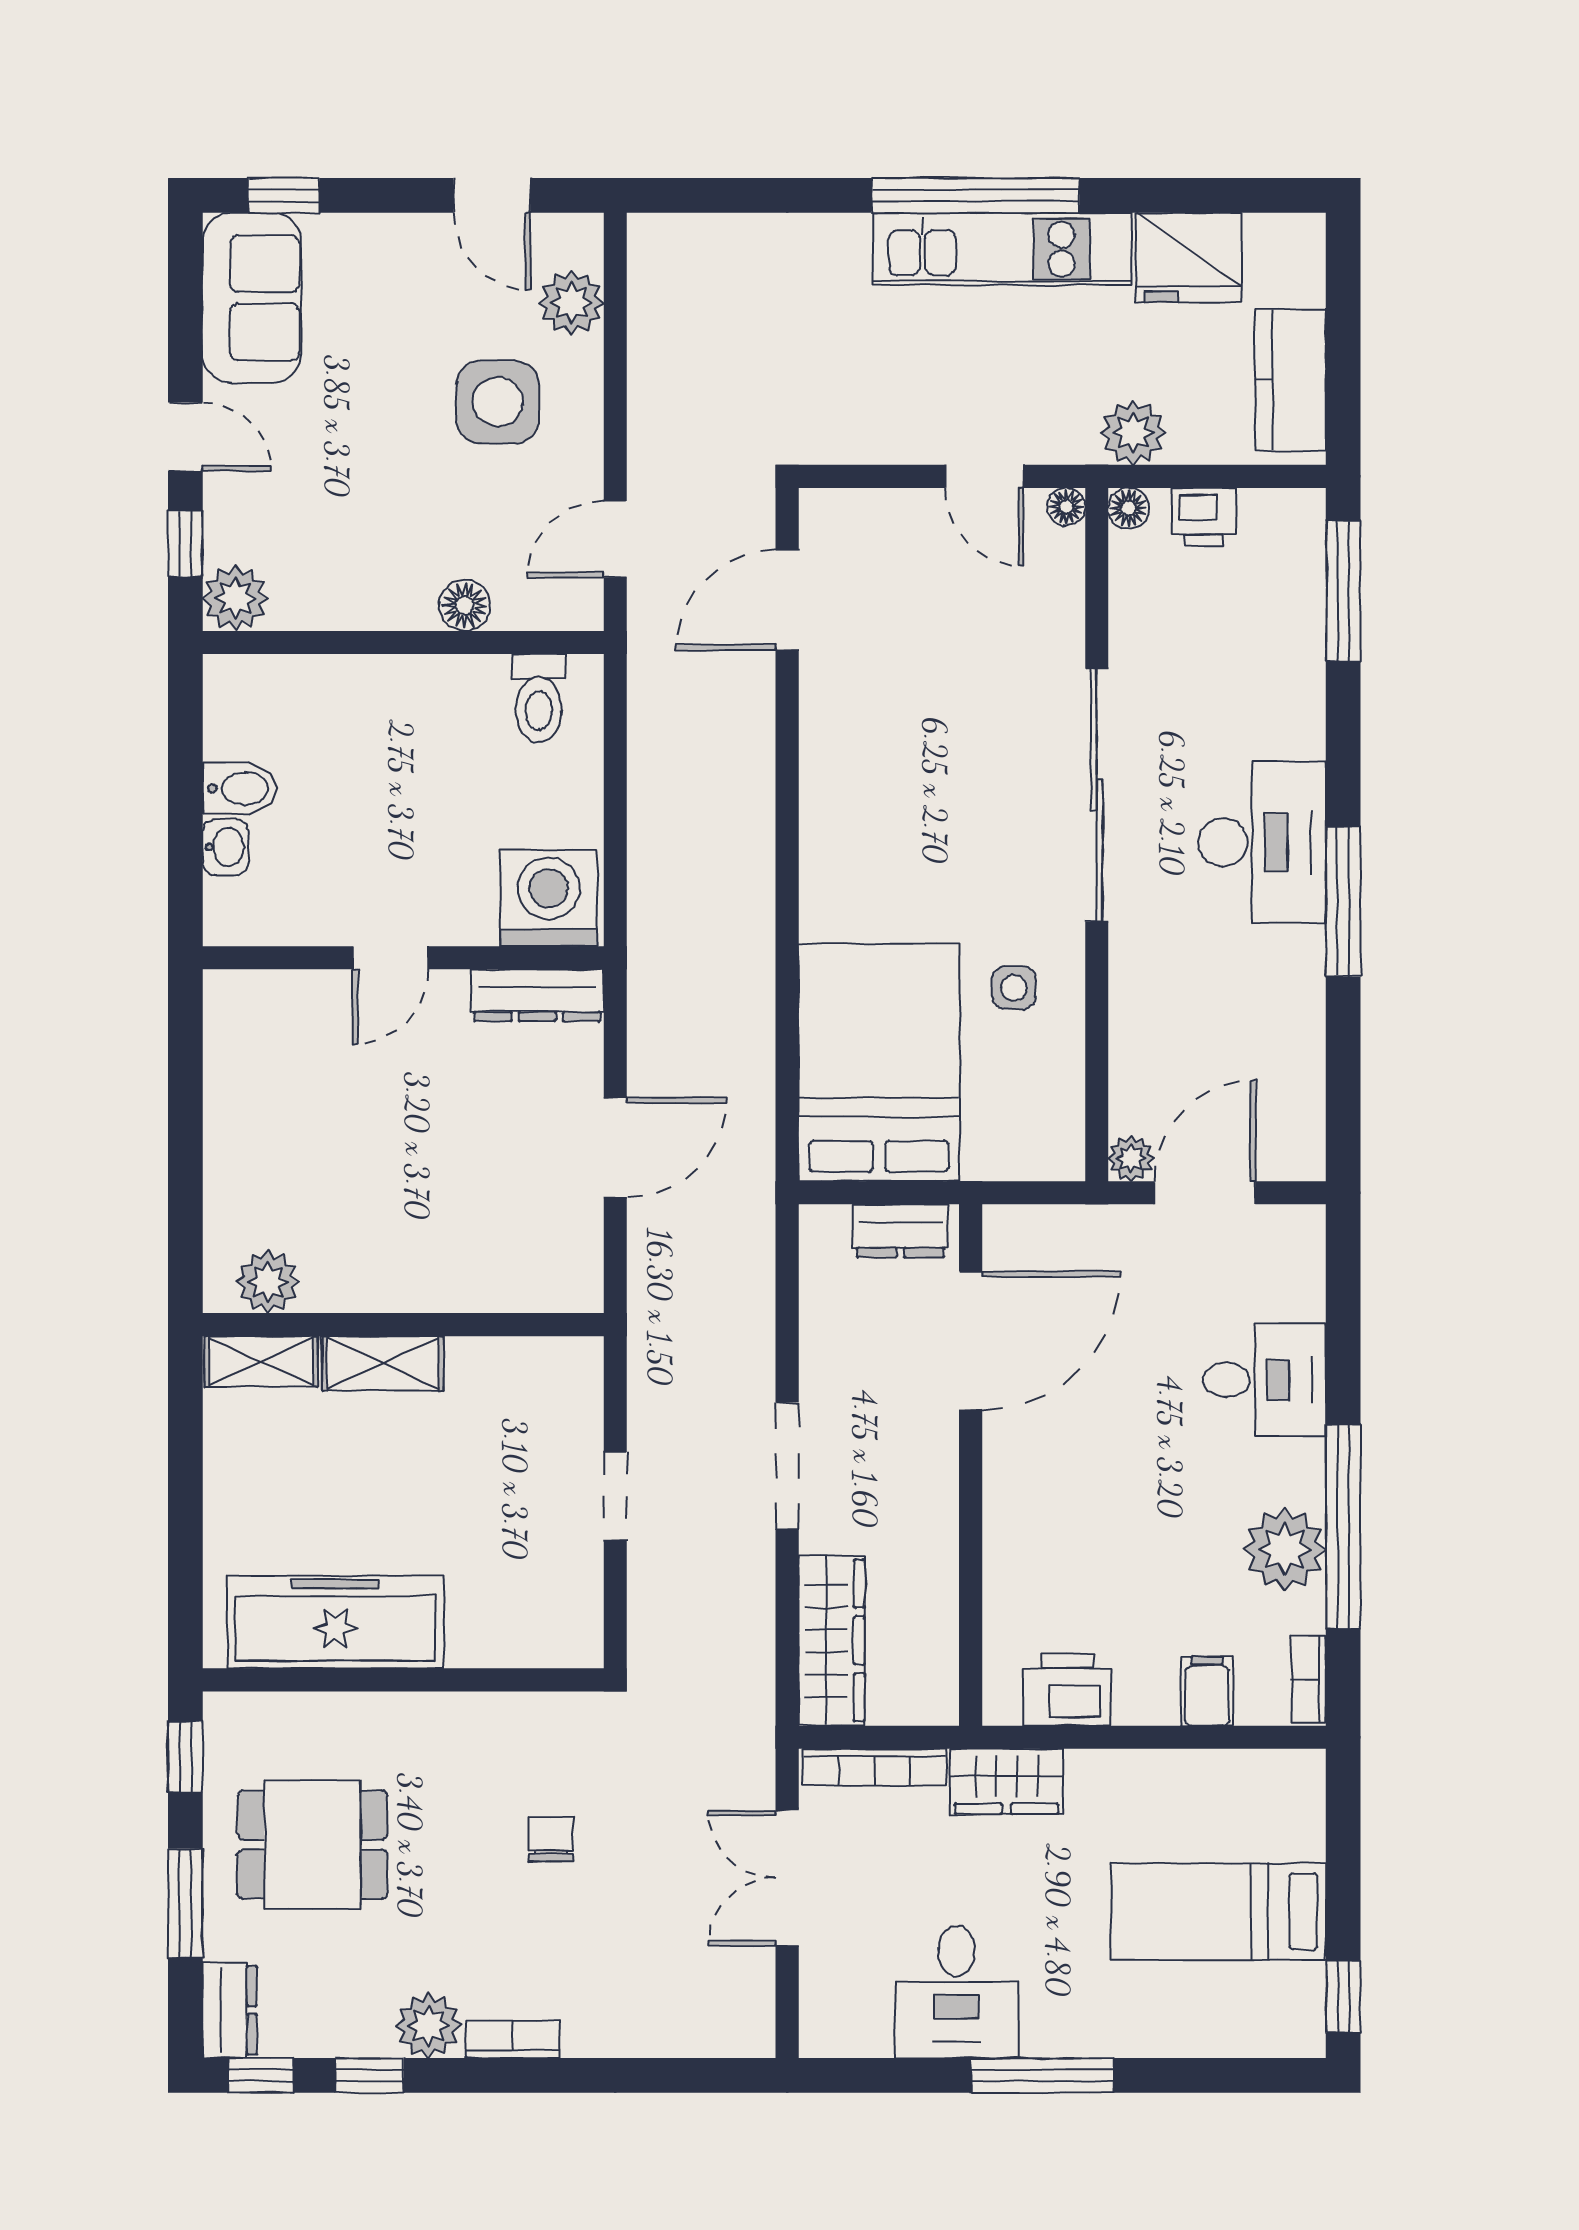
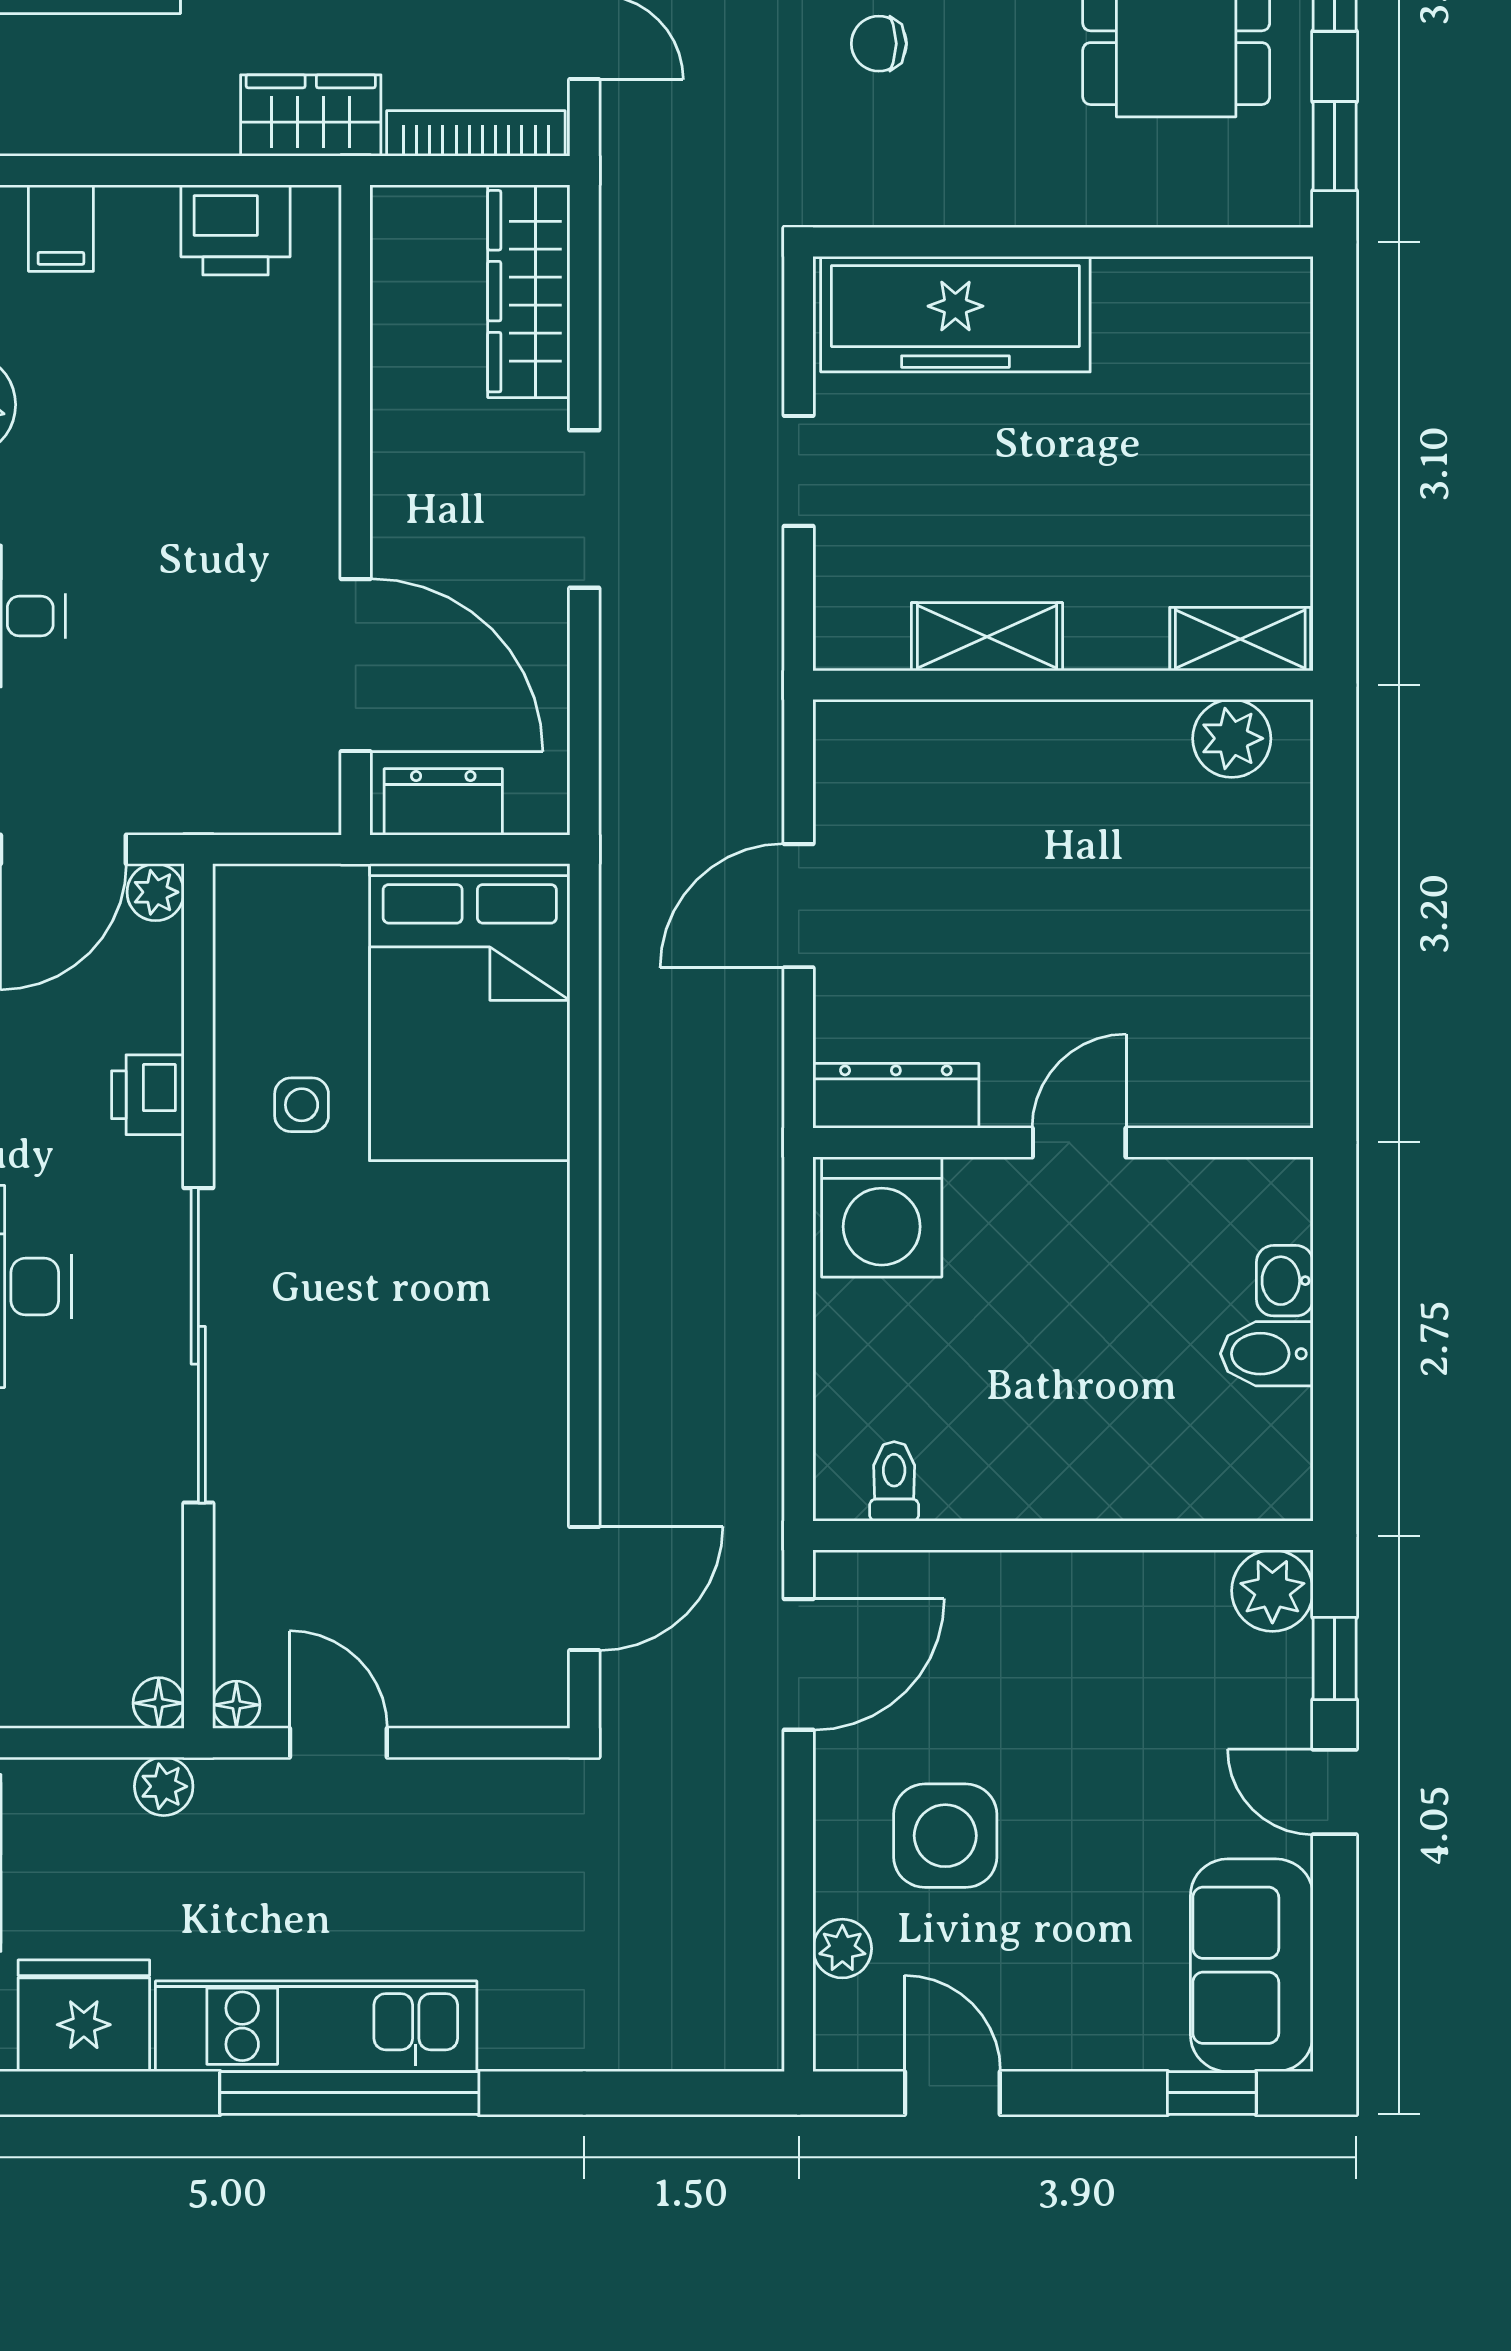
plant: (571, 302) -> (842, 1949), width x0.73, depth x0.73
plant: (1133, 433) -> (164, 1786), width x0.73, depth x0.73
printer: (1204, 517) -> (148, 1095), moved, turned -90
door: (615, 539) -> (799, 1664), width x1.38
floor lamp: (465, 605) -> (986, 1582), removed
toilet: (539, 698) -> (894, 1481), width x0.73, depth x0.72
door: (971, 1341) -> (356, 665), swing flipped
shelving: (383, 1363) -> (987, 637), moved
freezer: (335, 1622) -> (955, 314), moved
chair: (551, 1839) -> (879, 44), turned 90

